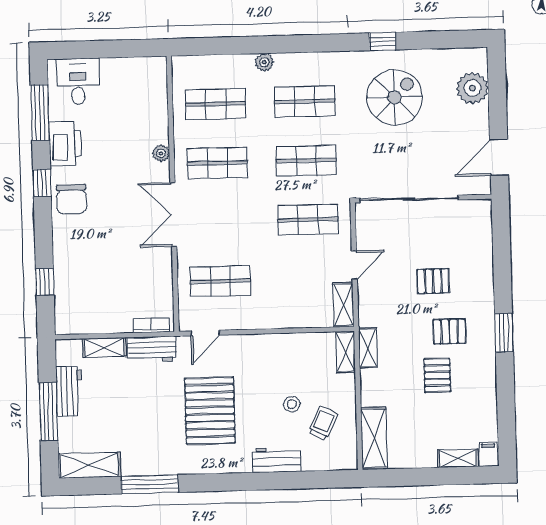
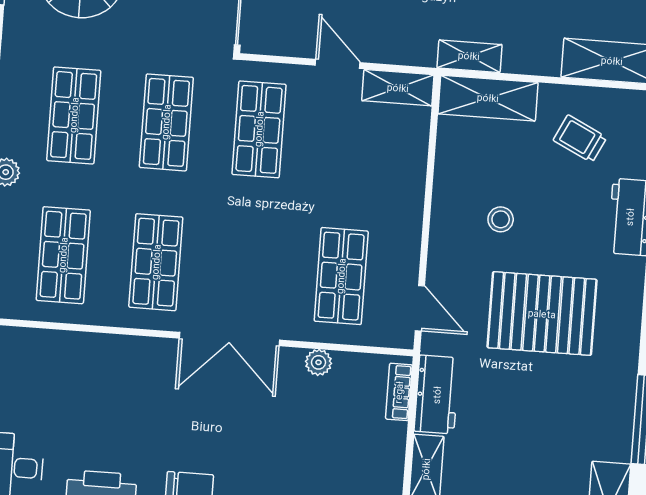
plant: (161, 153) -> (318, 362), moved
shelving: (345, 352) -> (488, 98), width x1.50, depth x1.33
stool: (292, 404) -> (501, 219), moved

